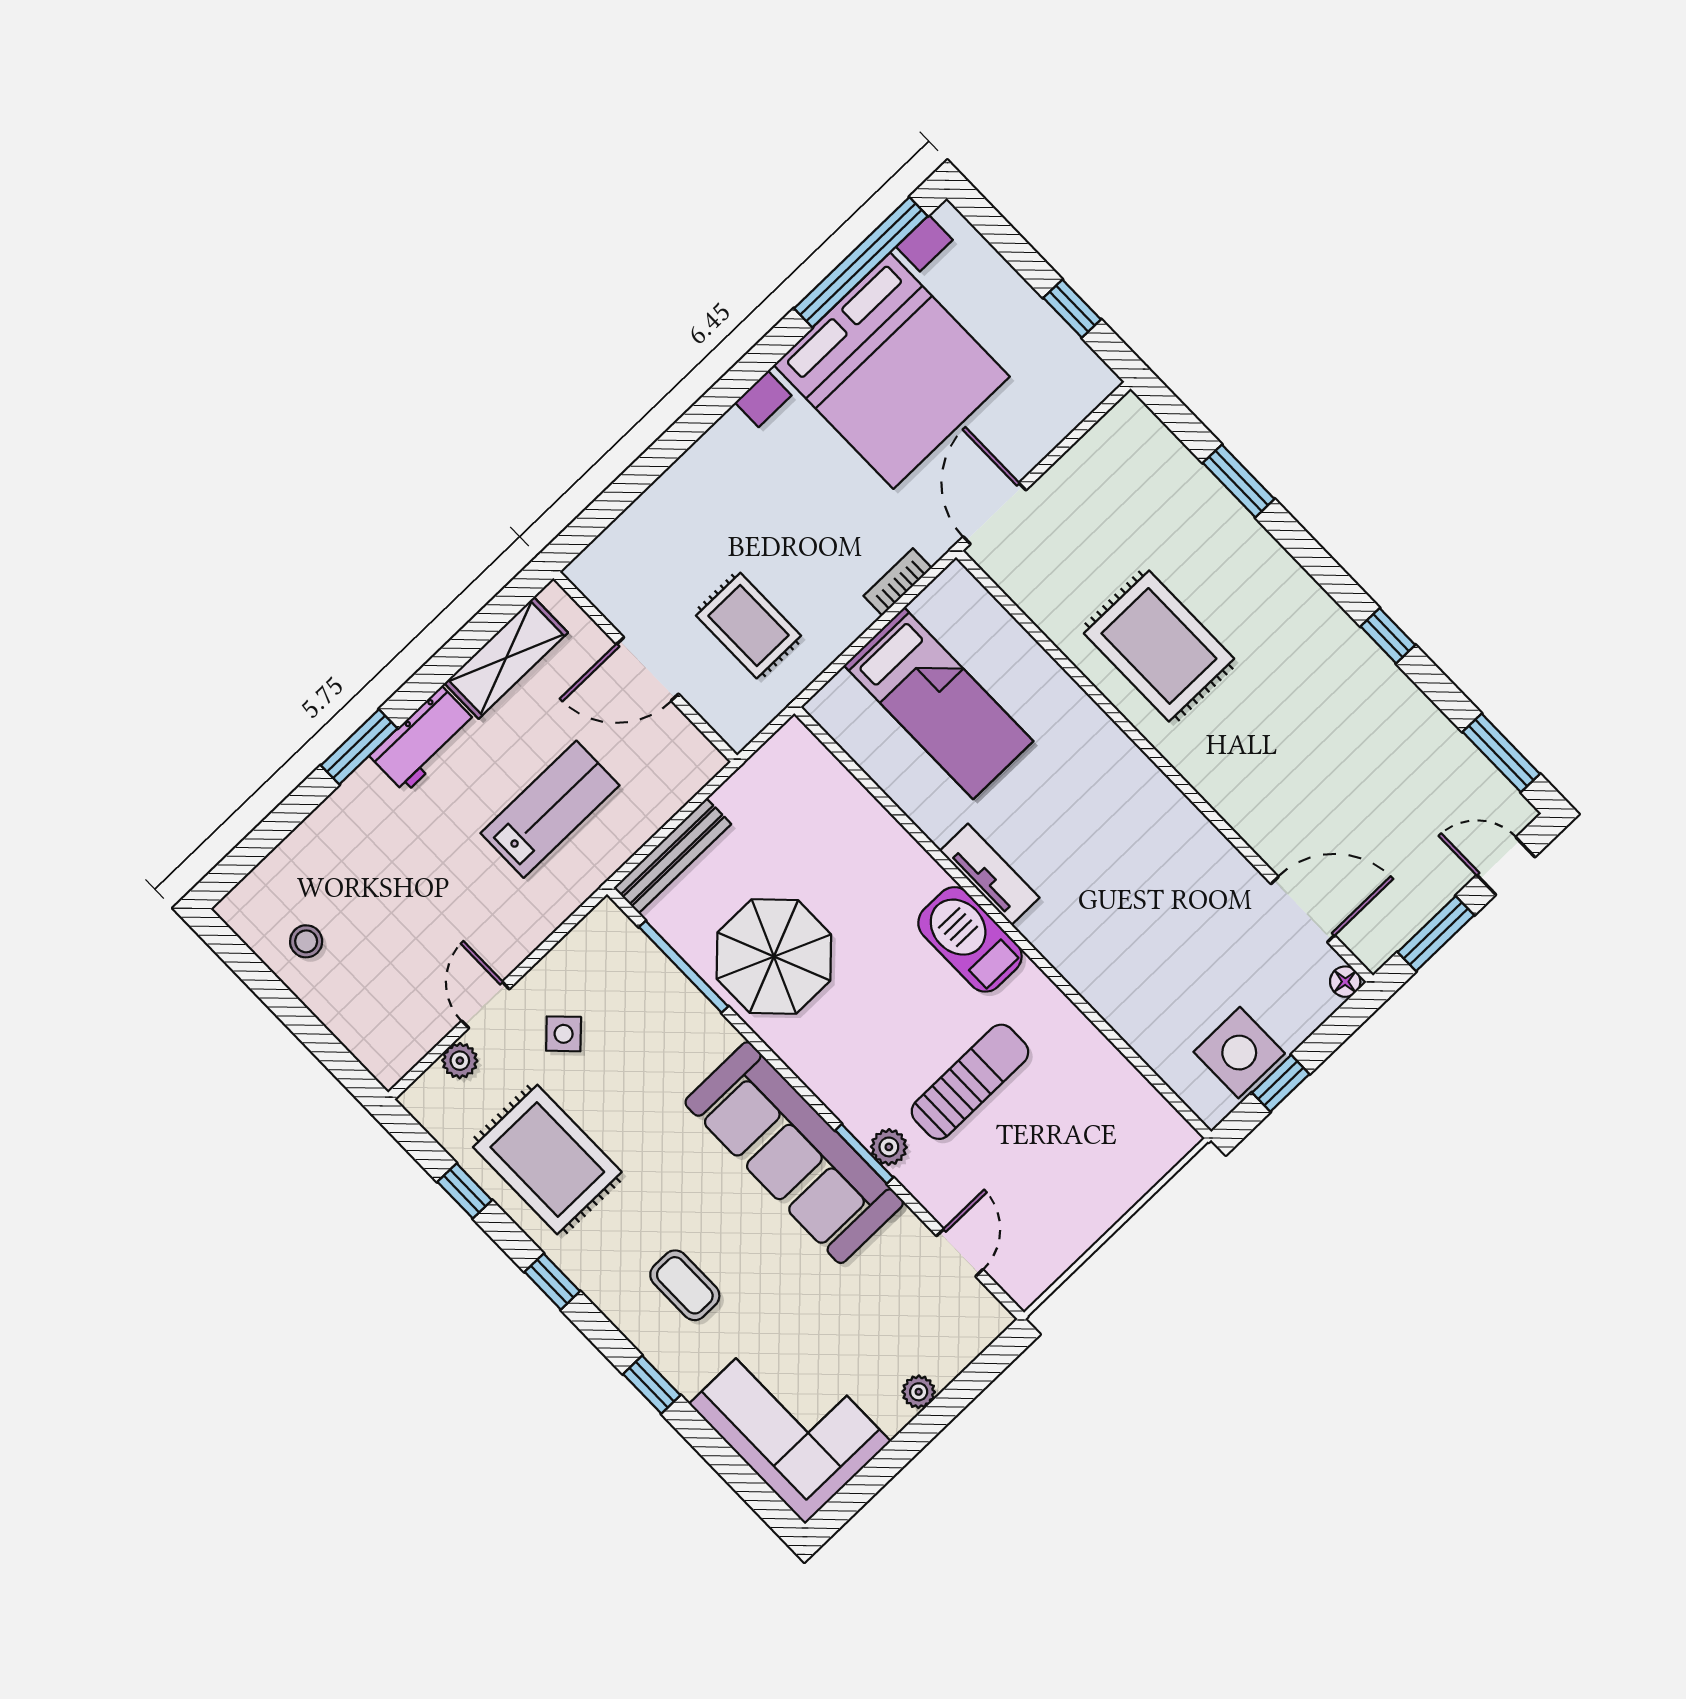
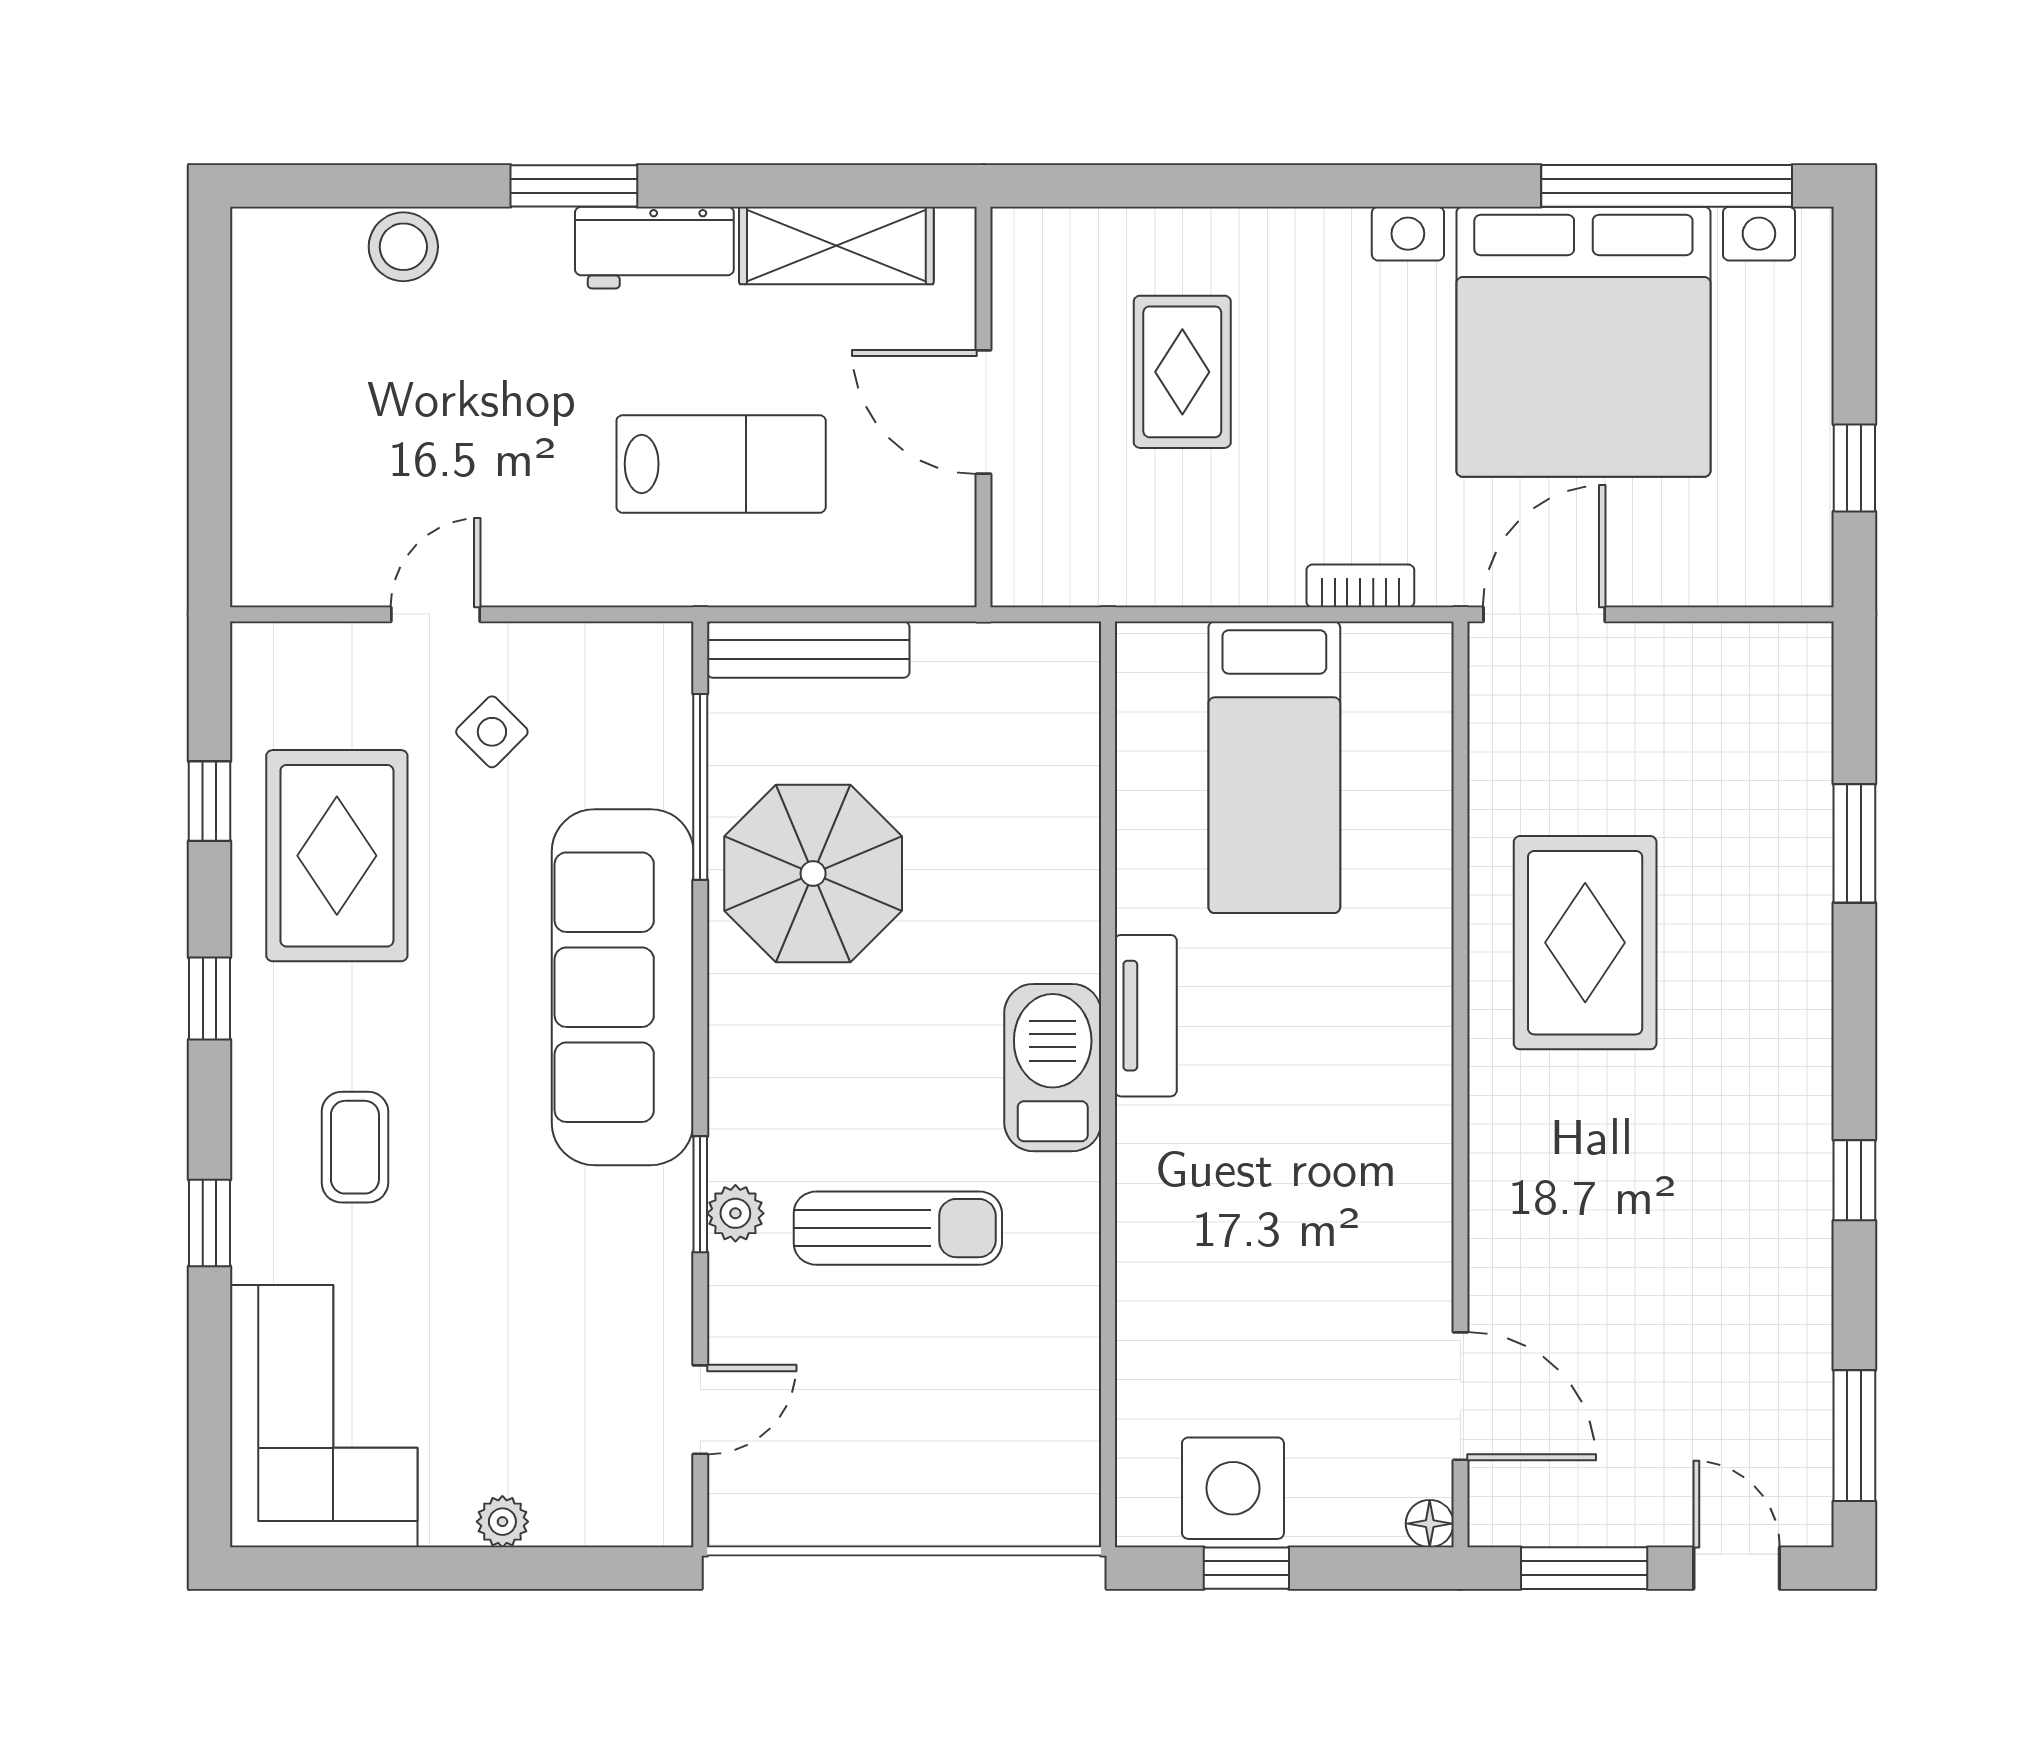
rug: (748, 626) -> (1182, 372), moved
stool: (306, 941) -> (403, 247), moved, width x1.37, depth x1.37
plant: (460, 1061) -> (346, 649), removed
sofa: (794, 1153) -> (623, 987), moved

